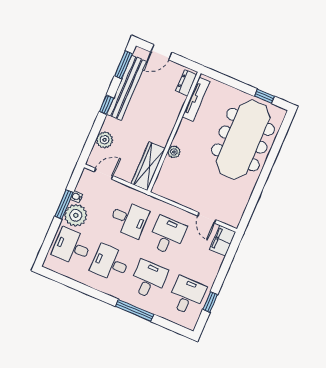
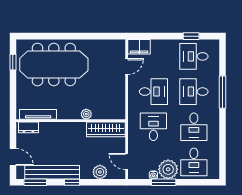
desk: (167, 235) -> (153, 92), turned 180

